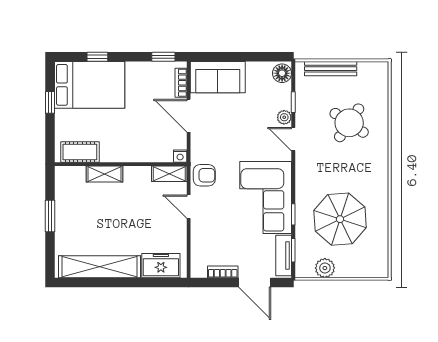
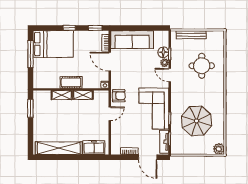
window: (97, 57) -> (69, 28), moved
floor lamp: (282, 73) -> (163, 52), moved
sofa: (218, 77) -> (132, 40), width x1.36
window: (50, 102) -> (30, 54), width x2.17
round table: (349, 123) -> (202, 66), turned -34
cot: (80, 152) -> (71, 82), moved
shelving: (169, 174) -> (83, 95), moved
door: (189, 207) -> (110, 114), swing flipped
window: (50, 216) -> (30, 108), moved
plant: (325, 268) -> (219, 149), moved

